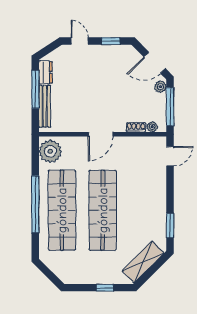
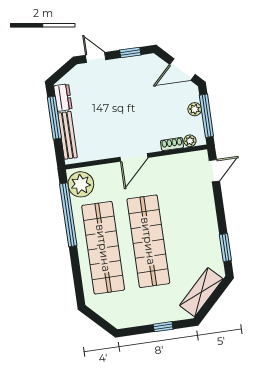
plant: (160, 87) -> (195, 109), moved
window: (35, 204) -> (68, 215), moved

